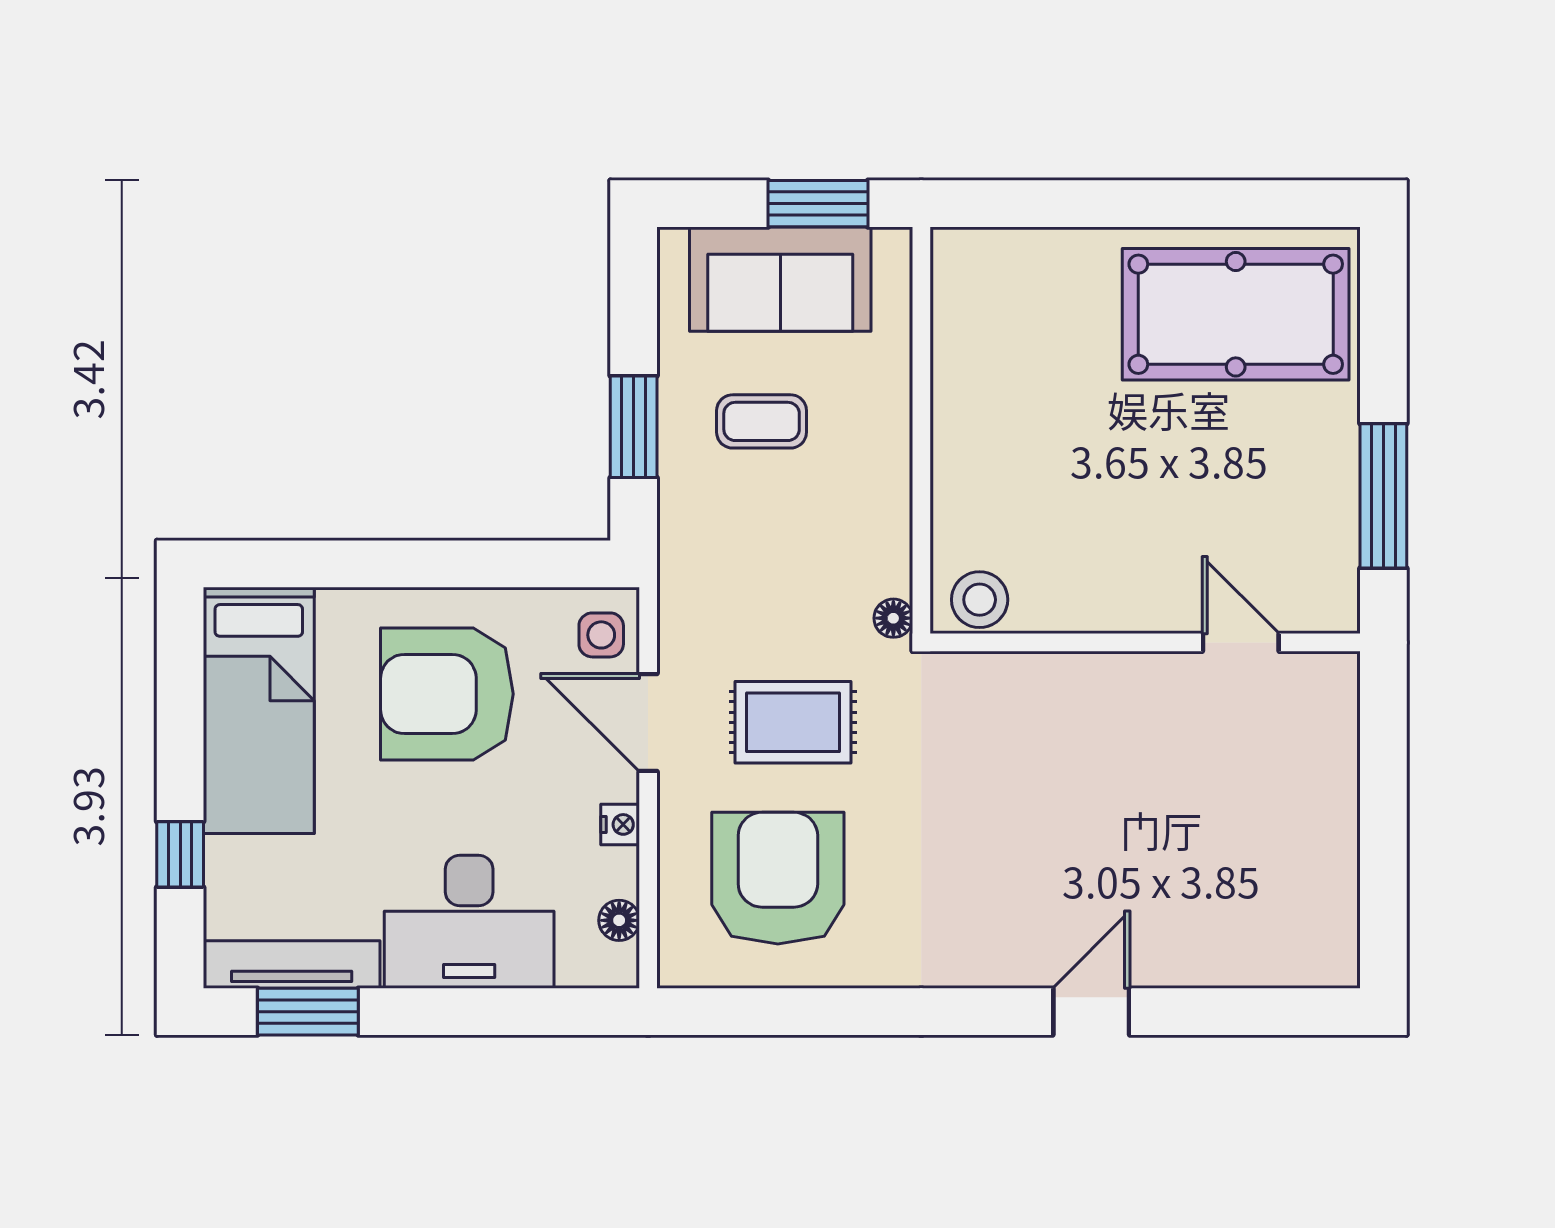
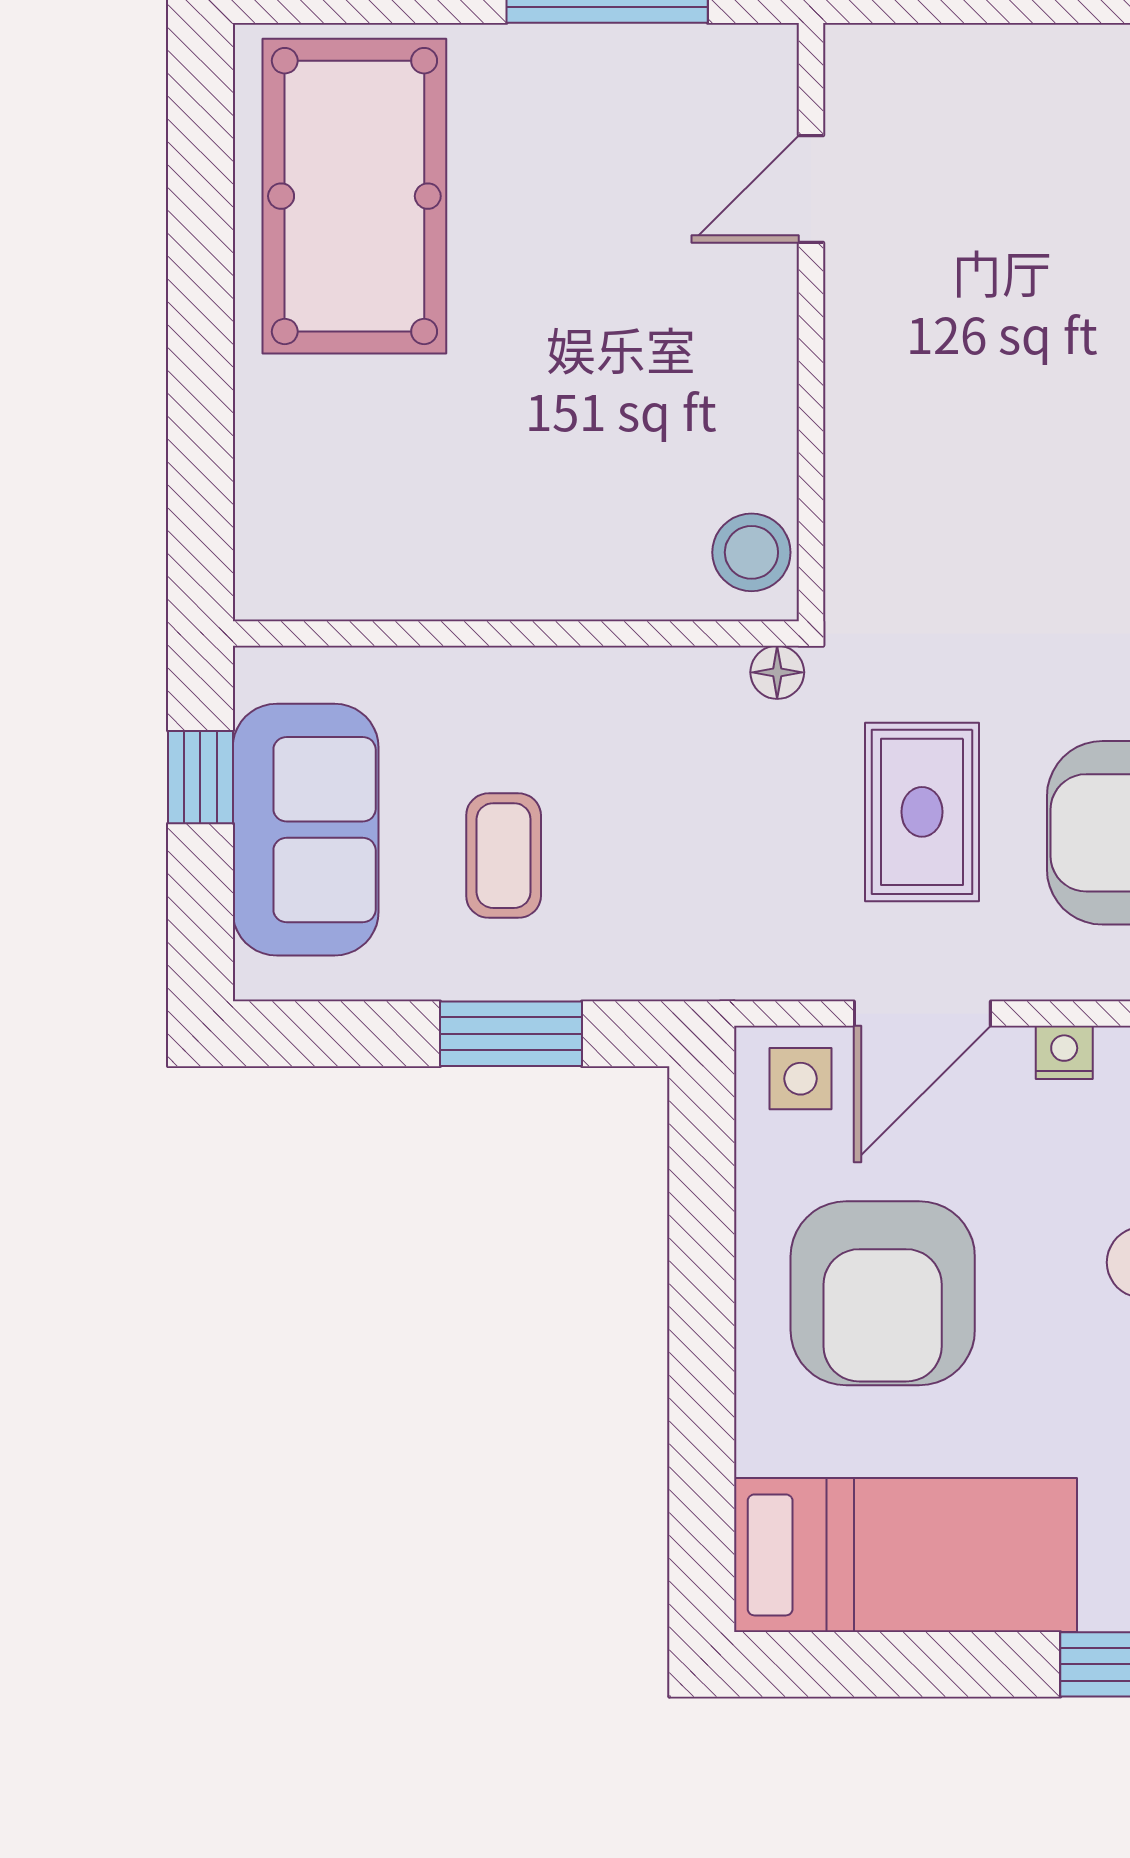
window: (818, 204) -> (200, 777), width x0.67

